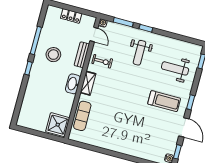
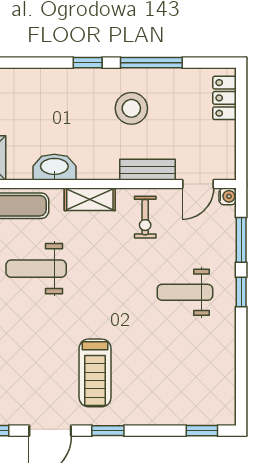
locker: (71, 16) -> (225, 98), moved
weight bench: (175, 68) -> (36, 269), moved, turned -90
washbasin: (73, 84) -> (54, 167), moved

